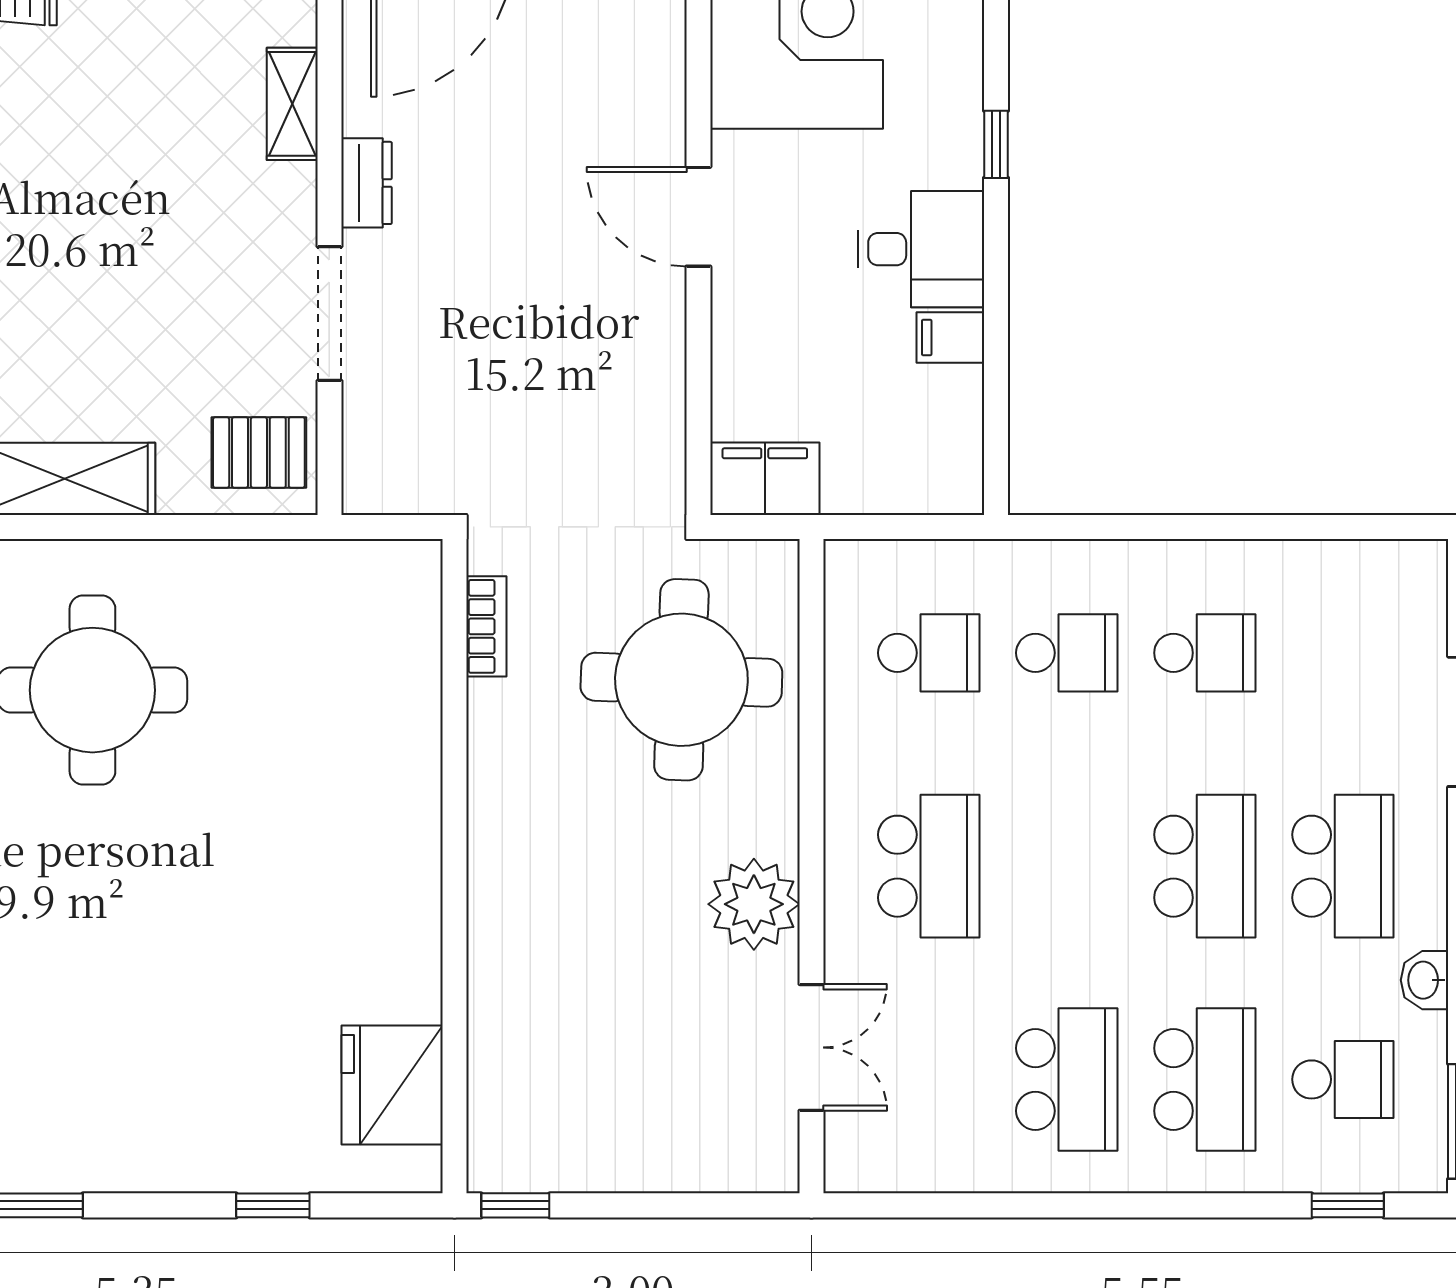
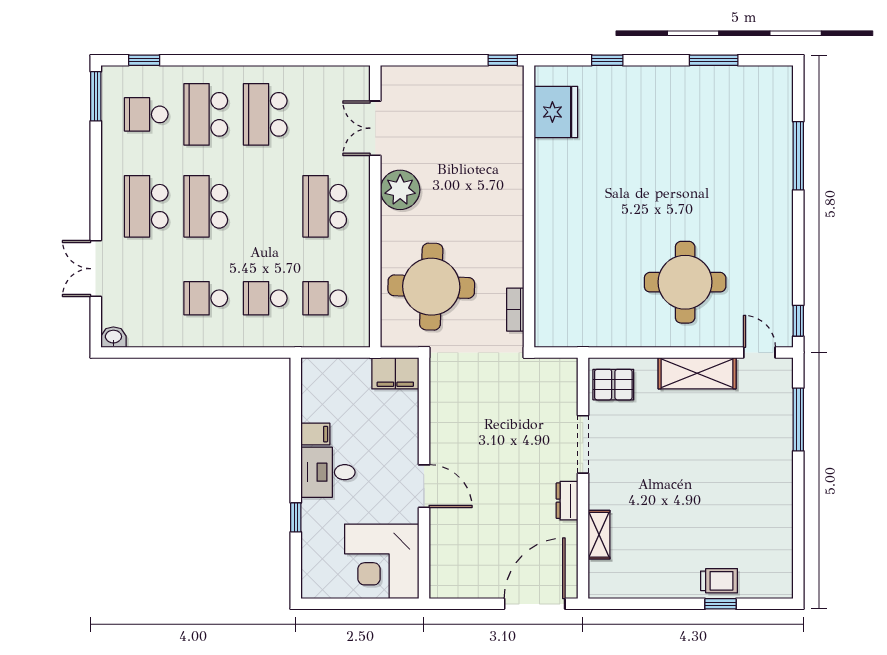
washbasin: (1425, 980) -> (113, 337), moved, turned -90

